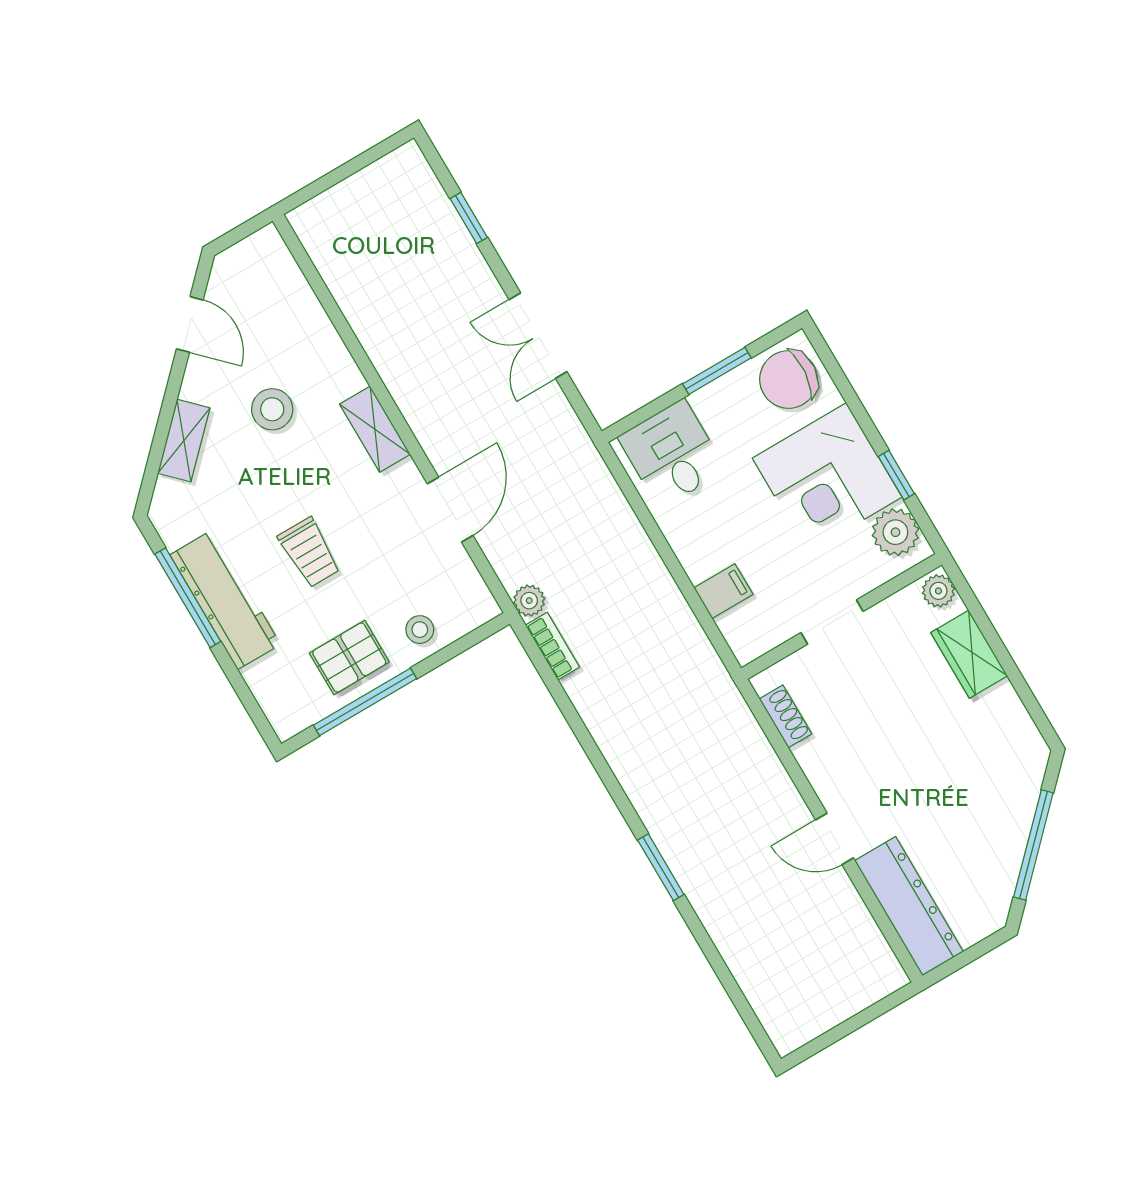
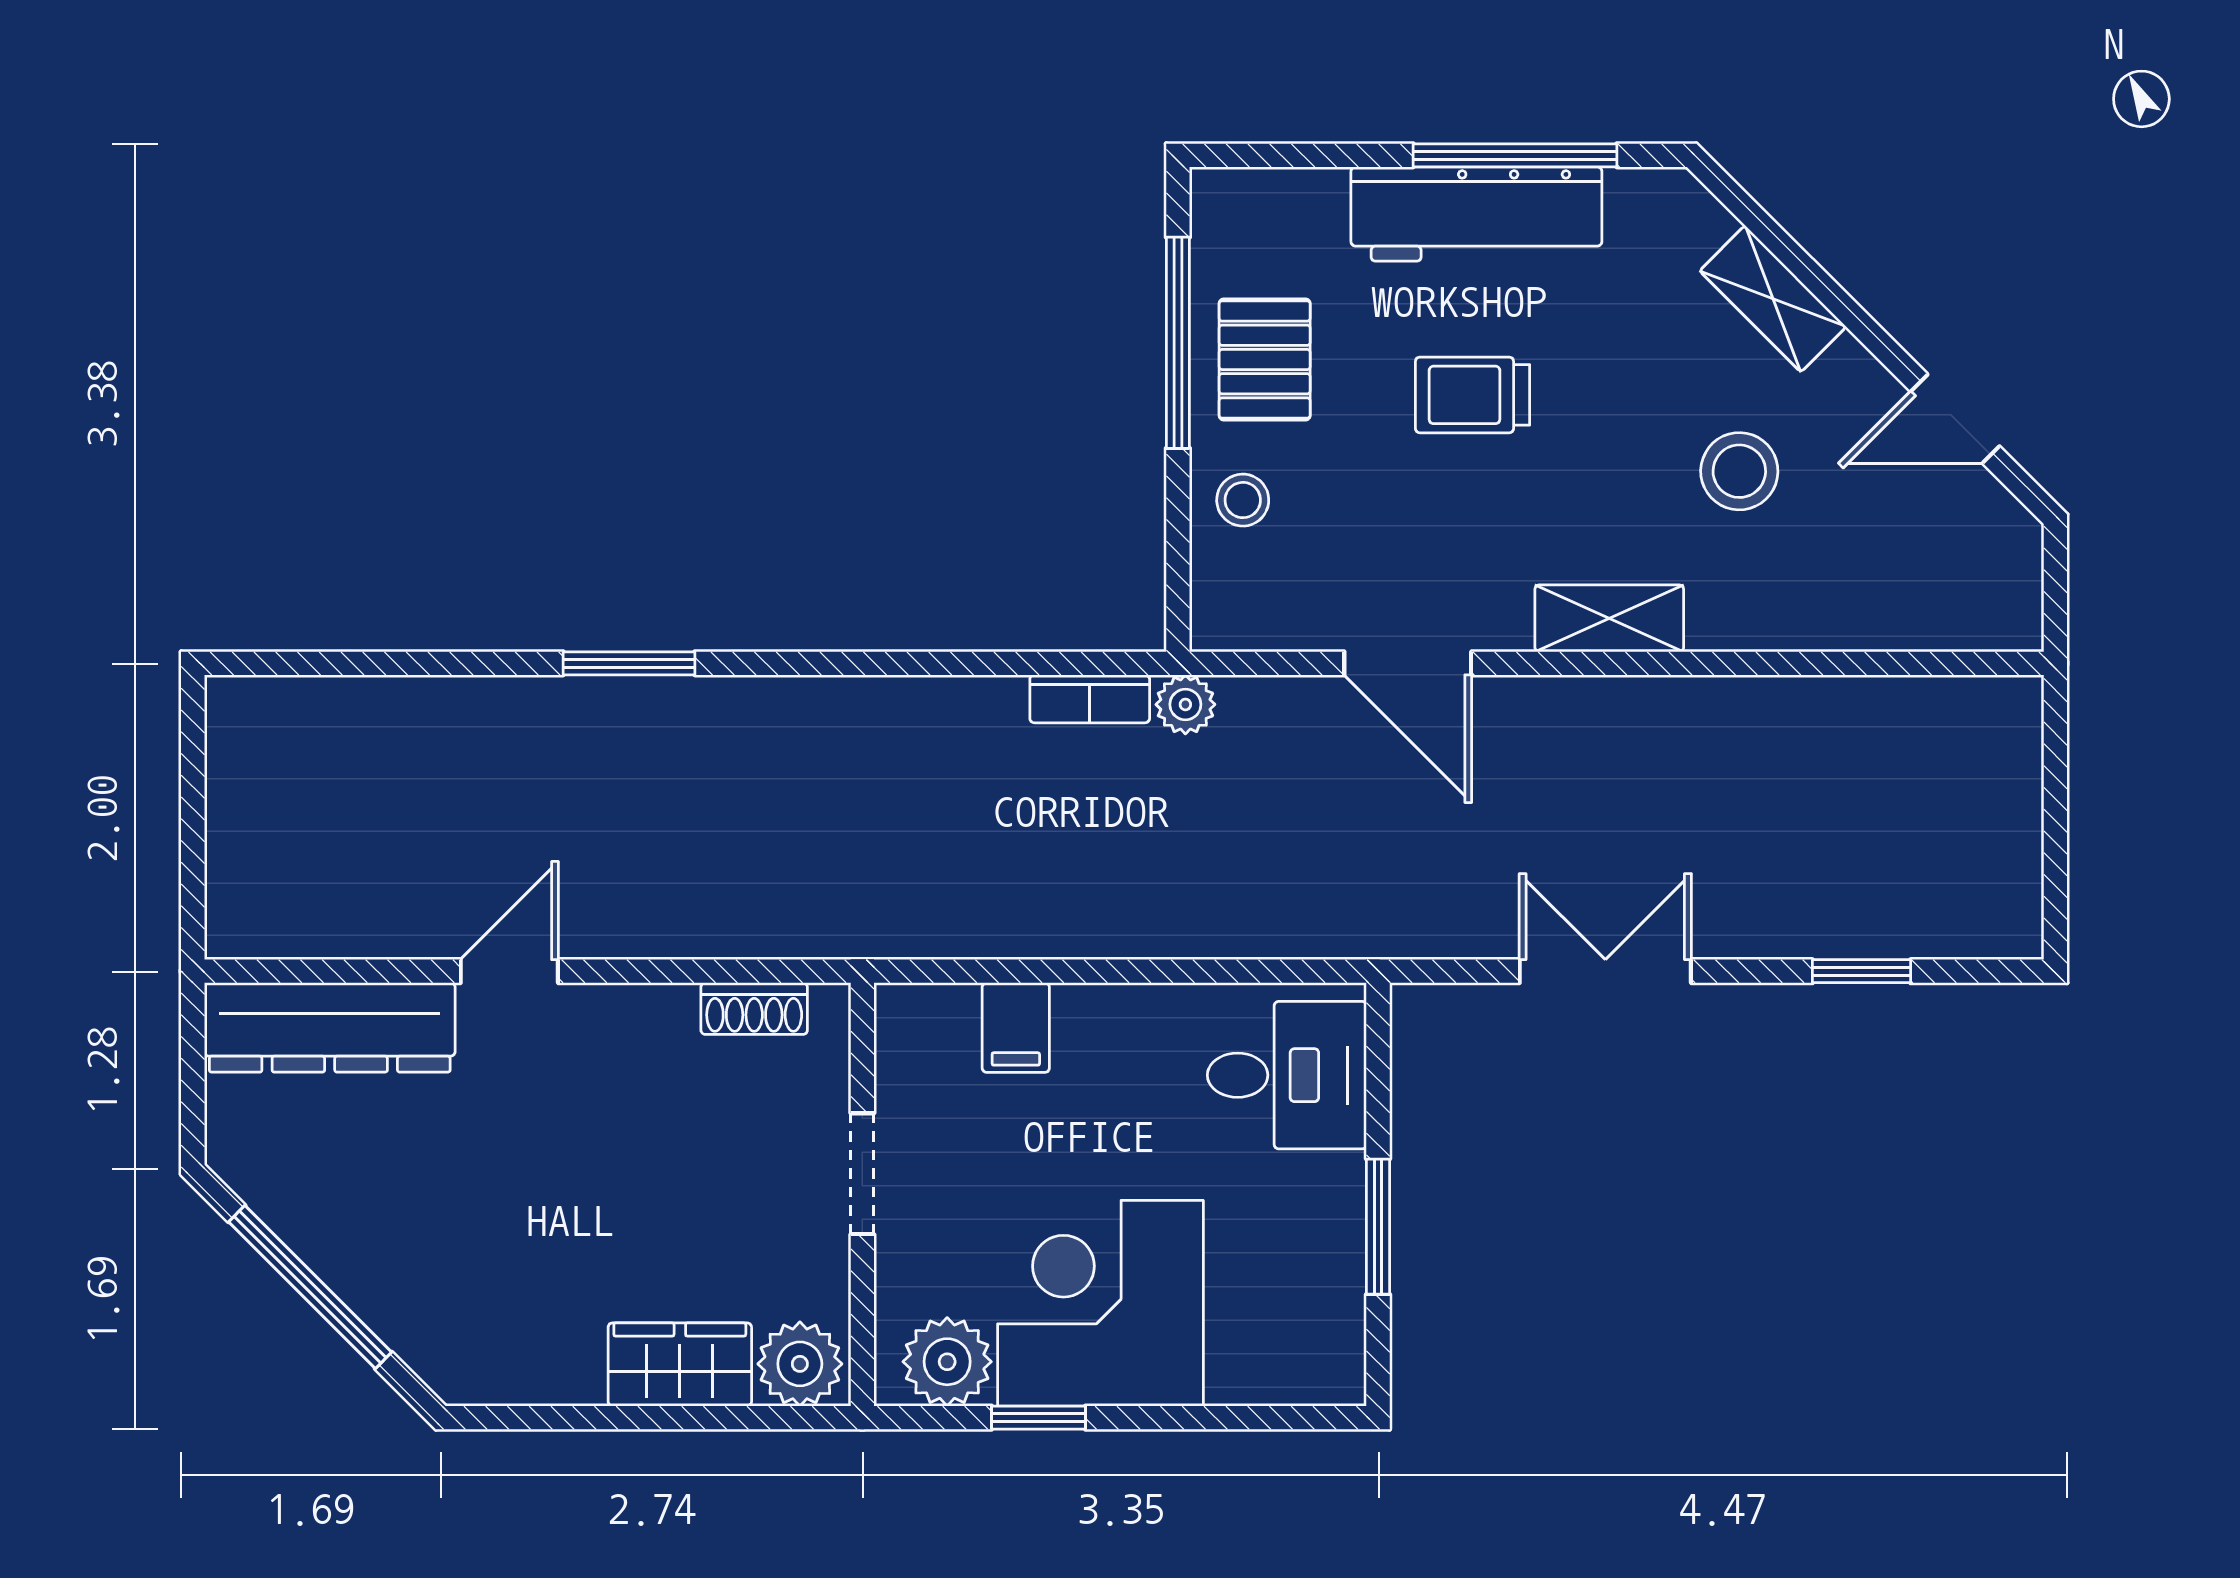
chair: (789, 379) -> (1296, 1334), removed
plant: (938, 591) -> (800, 1364), width x1.38, depth x1.38

